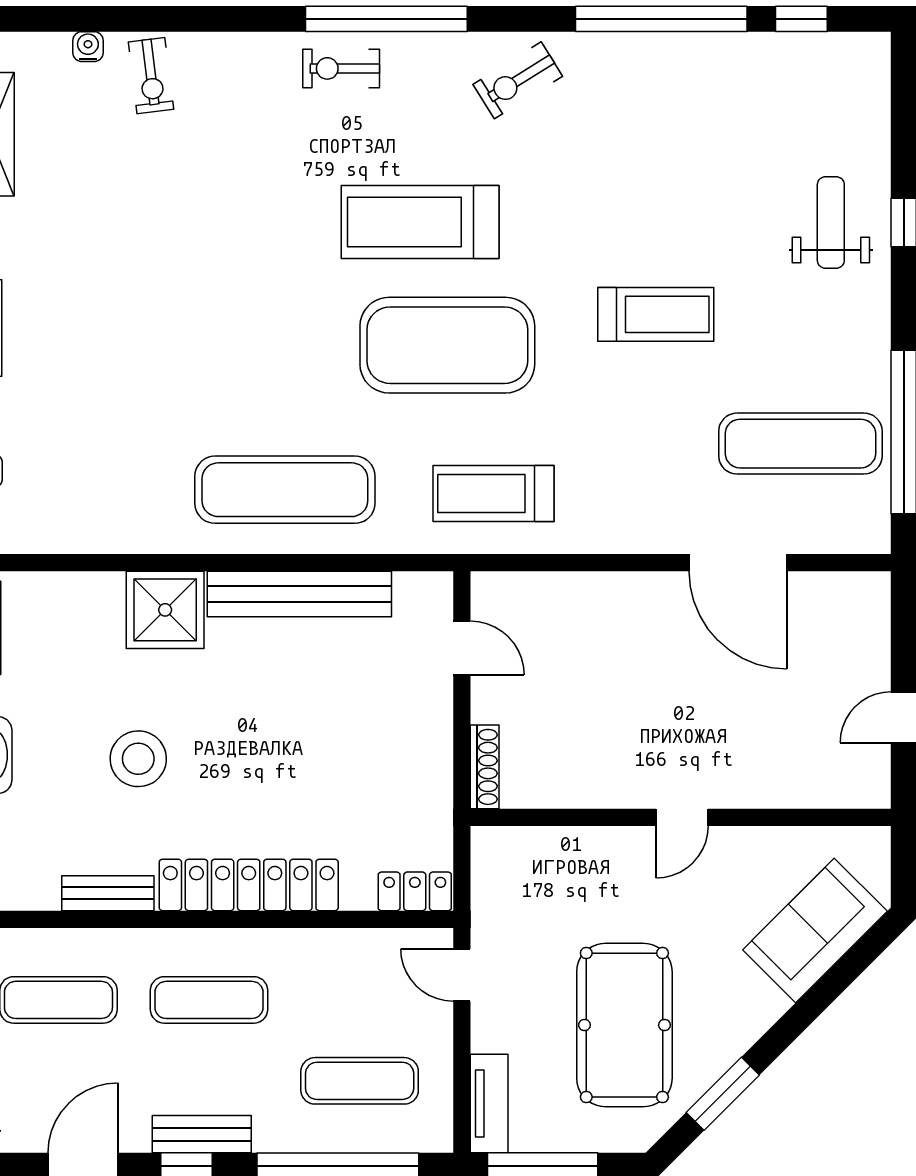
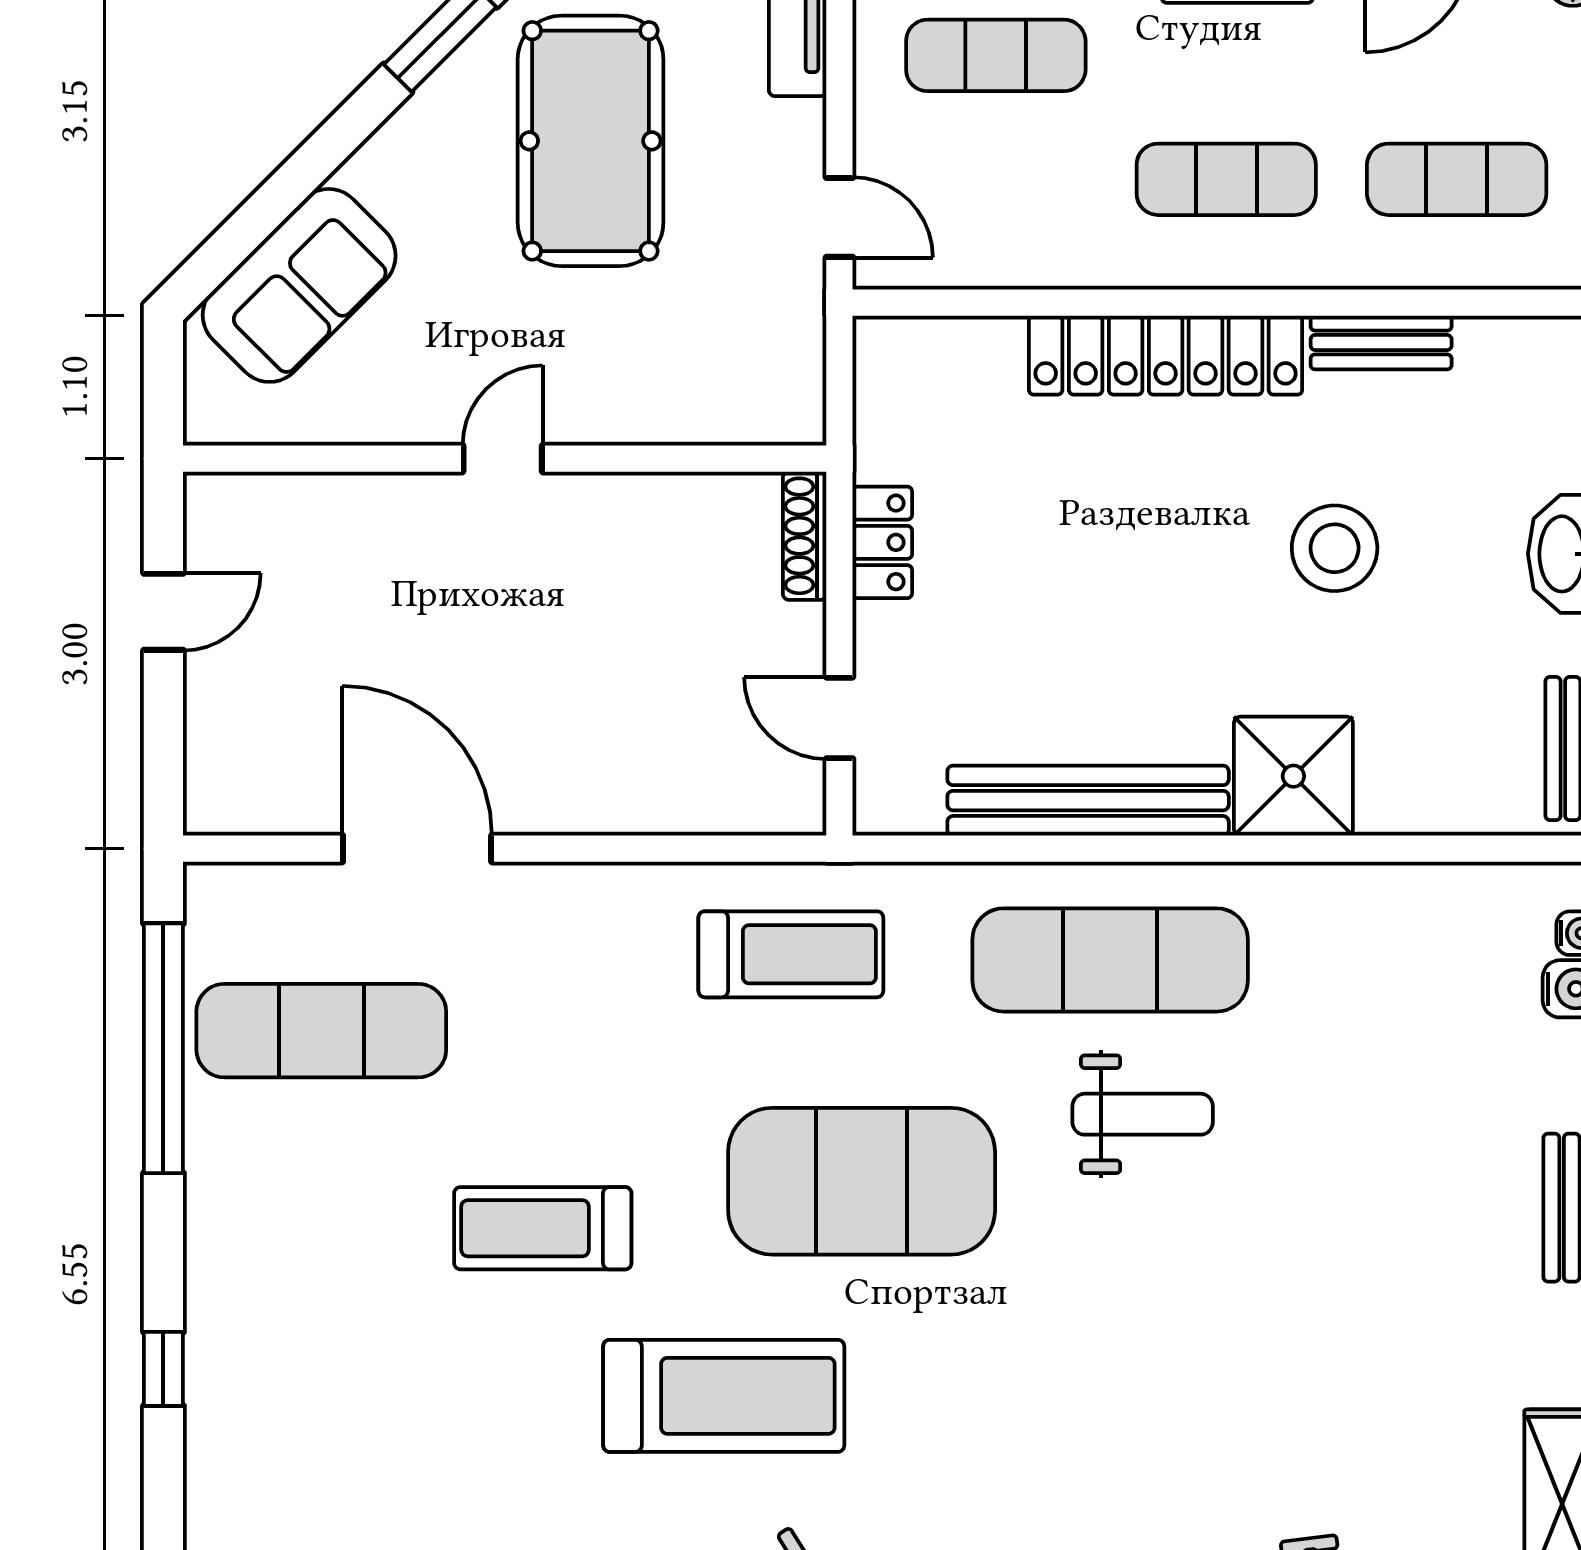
treadmill: (420, 222) -> (724, 1396), moved
weight bench: (831, 222) -> (1143, 1114), moved, turned -90
locker: (415, 891) -> (882, 542), moved, turned -90

